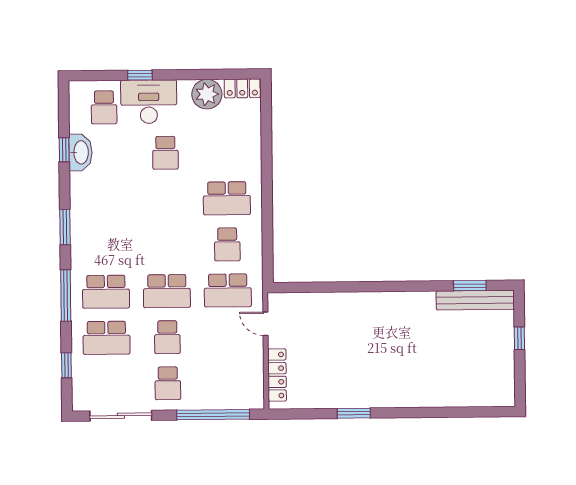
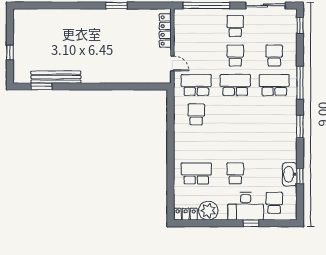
school desk: (227, 198) -> (196, 173), moved
bench: (475, 300) -> (56, 77), moved
school desk: (106, 338) -> (274, 55), width x0.54
window: (66, 365) -> (300, 25), moved

